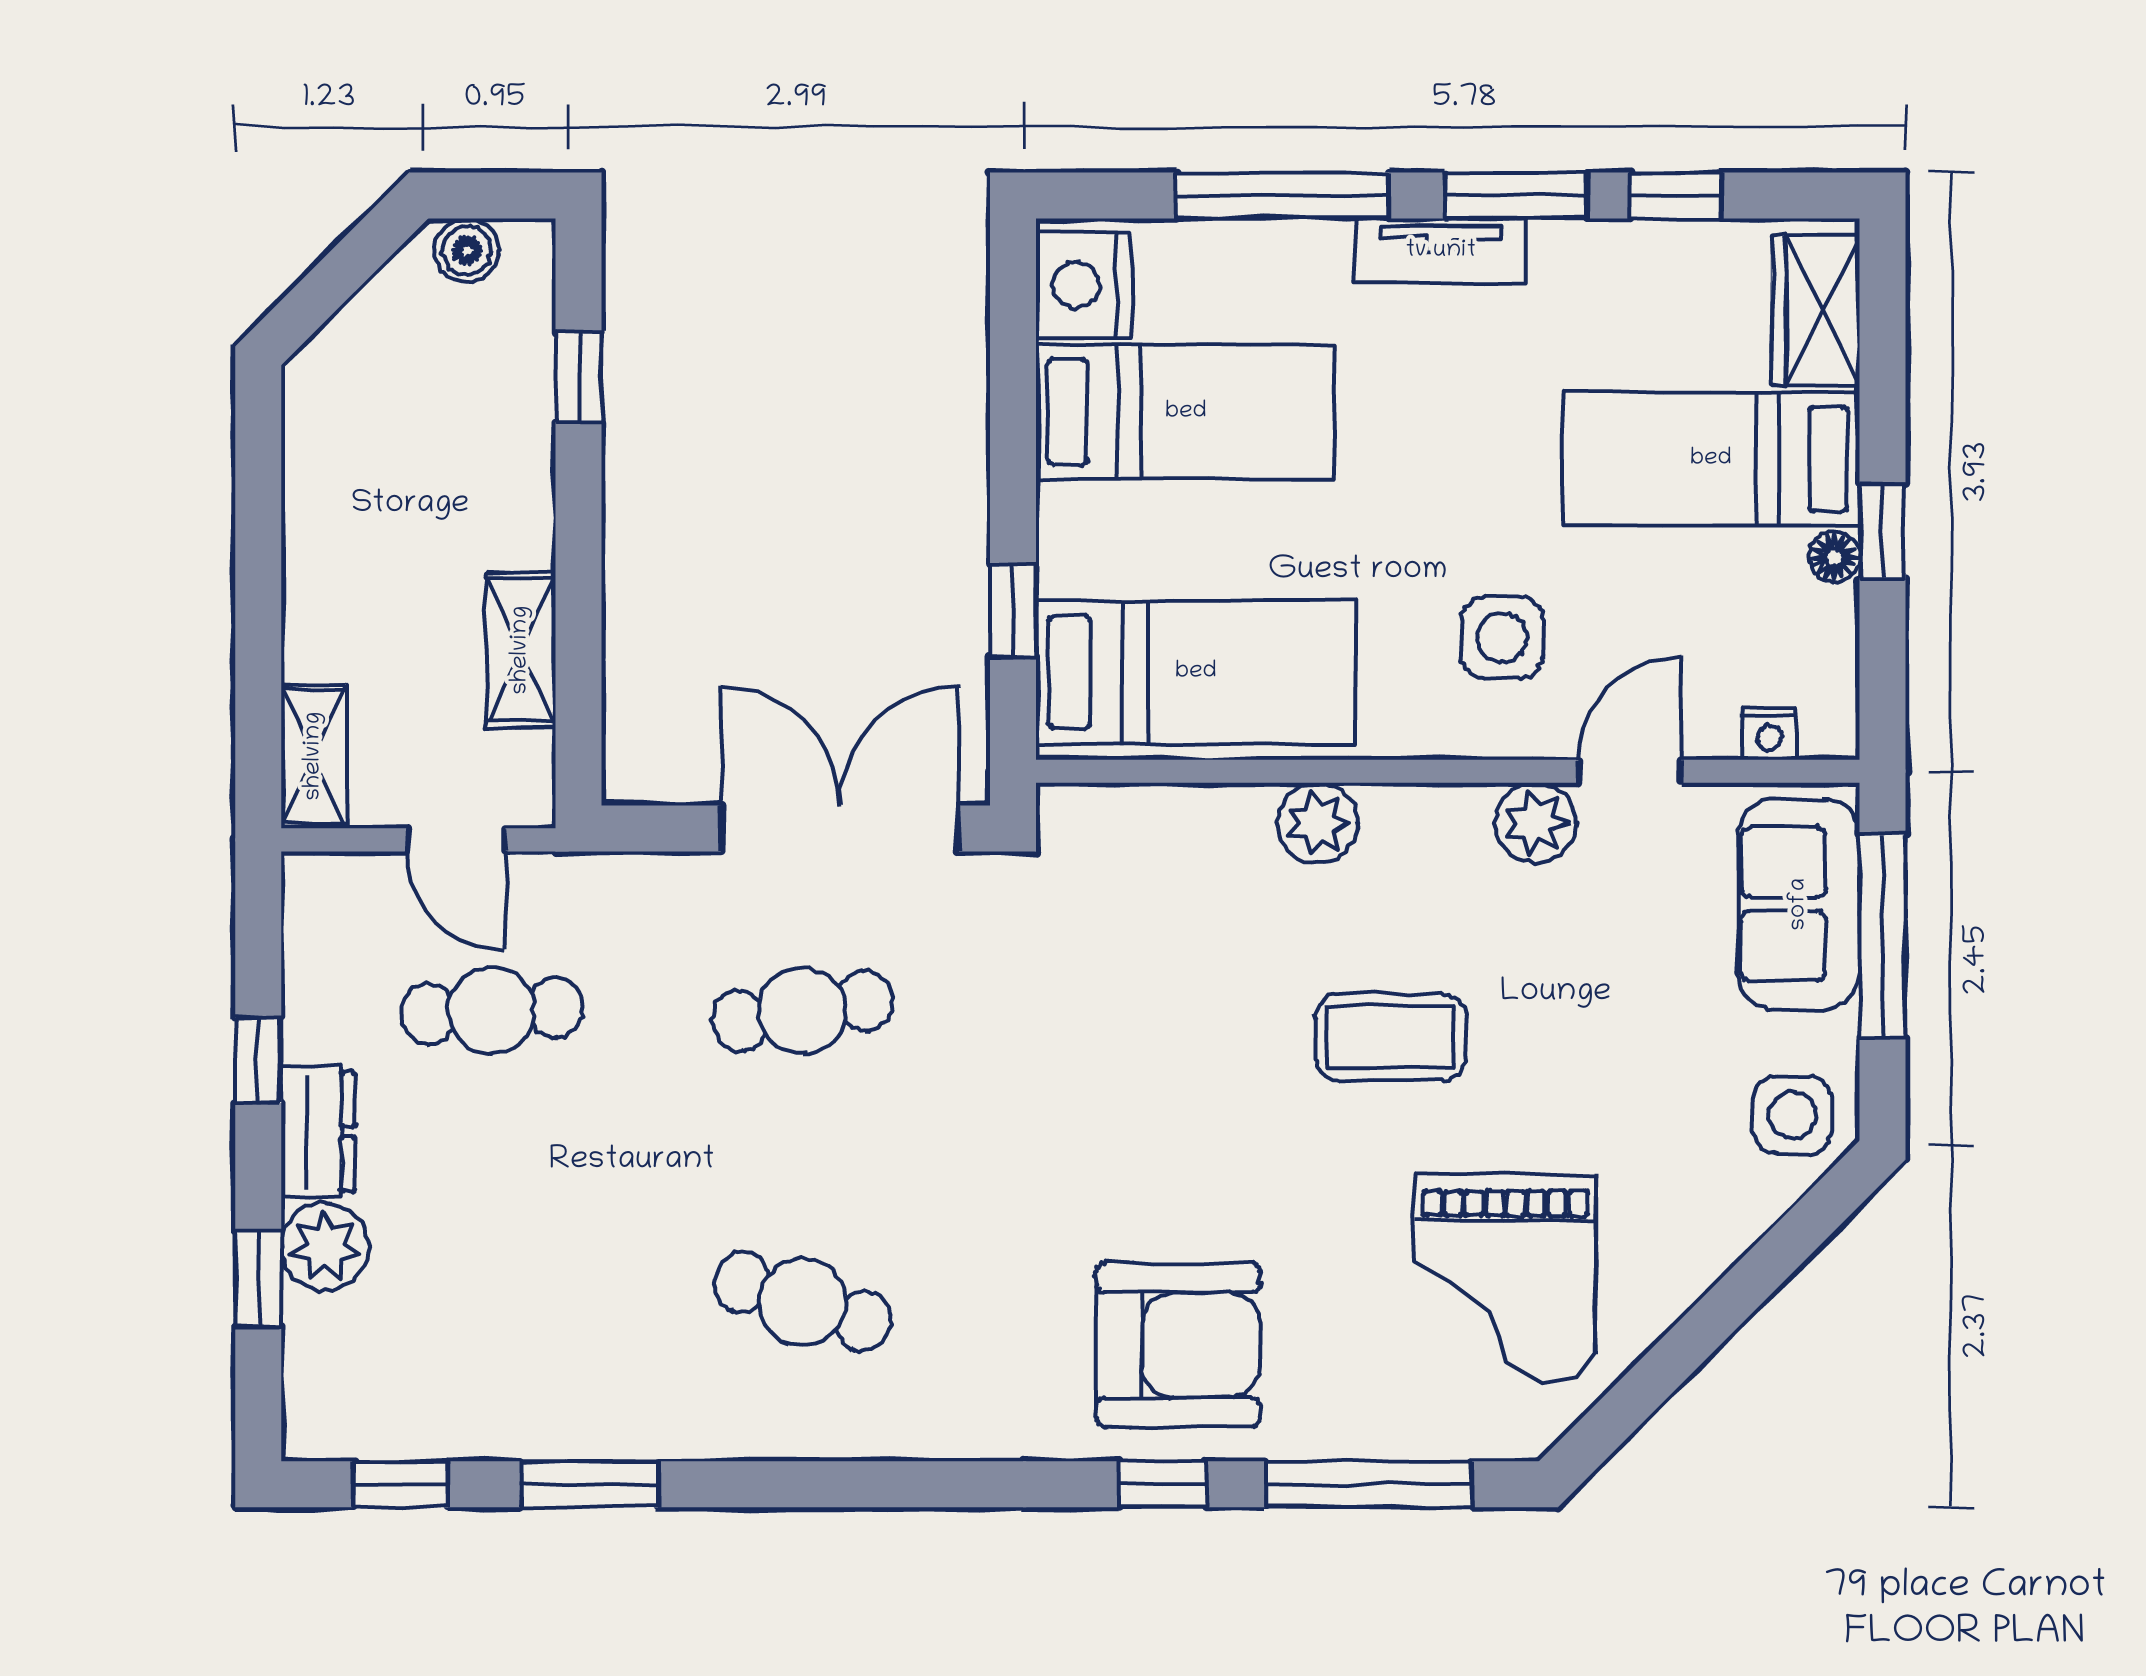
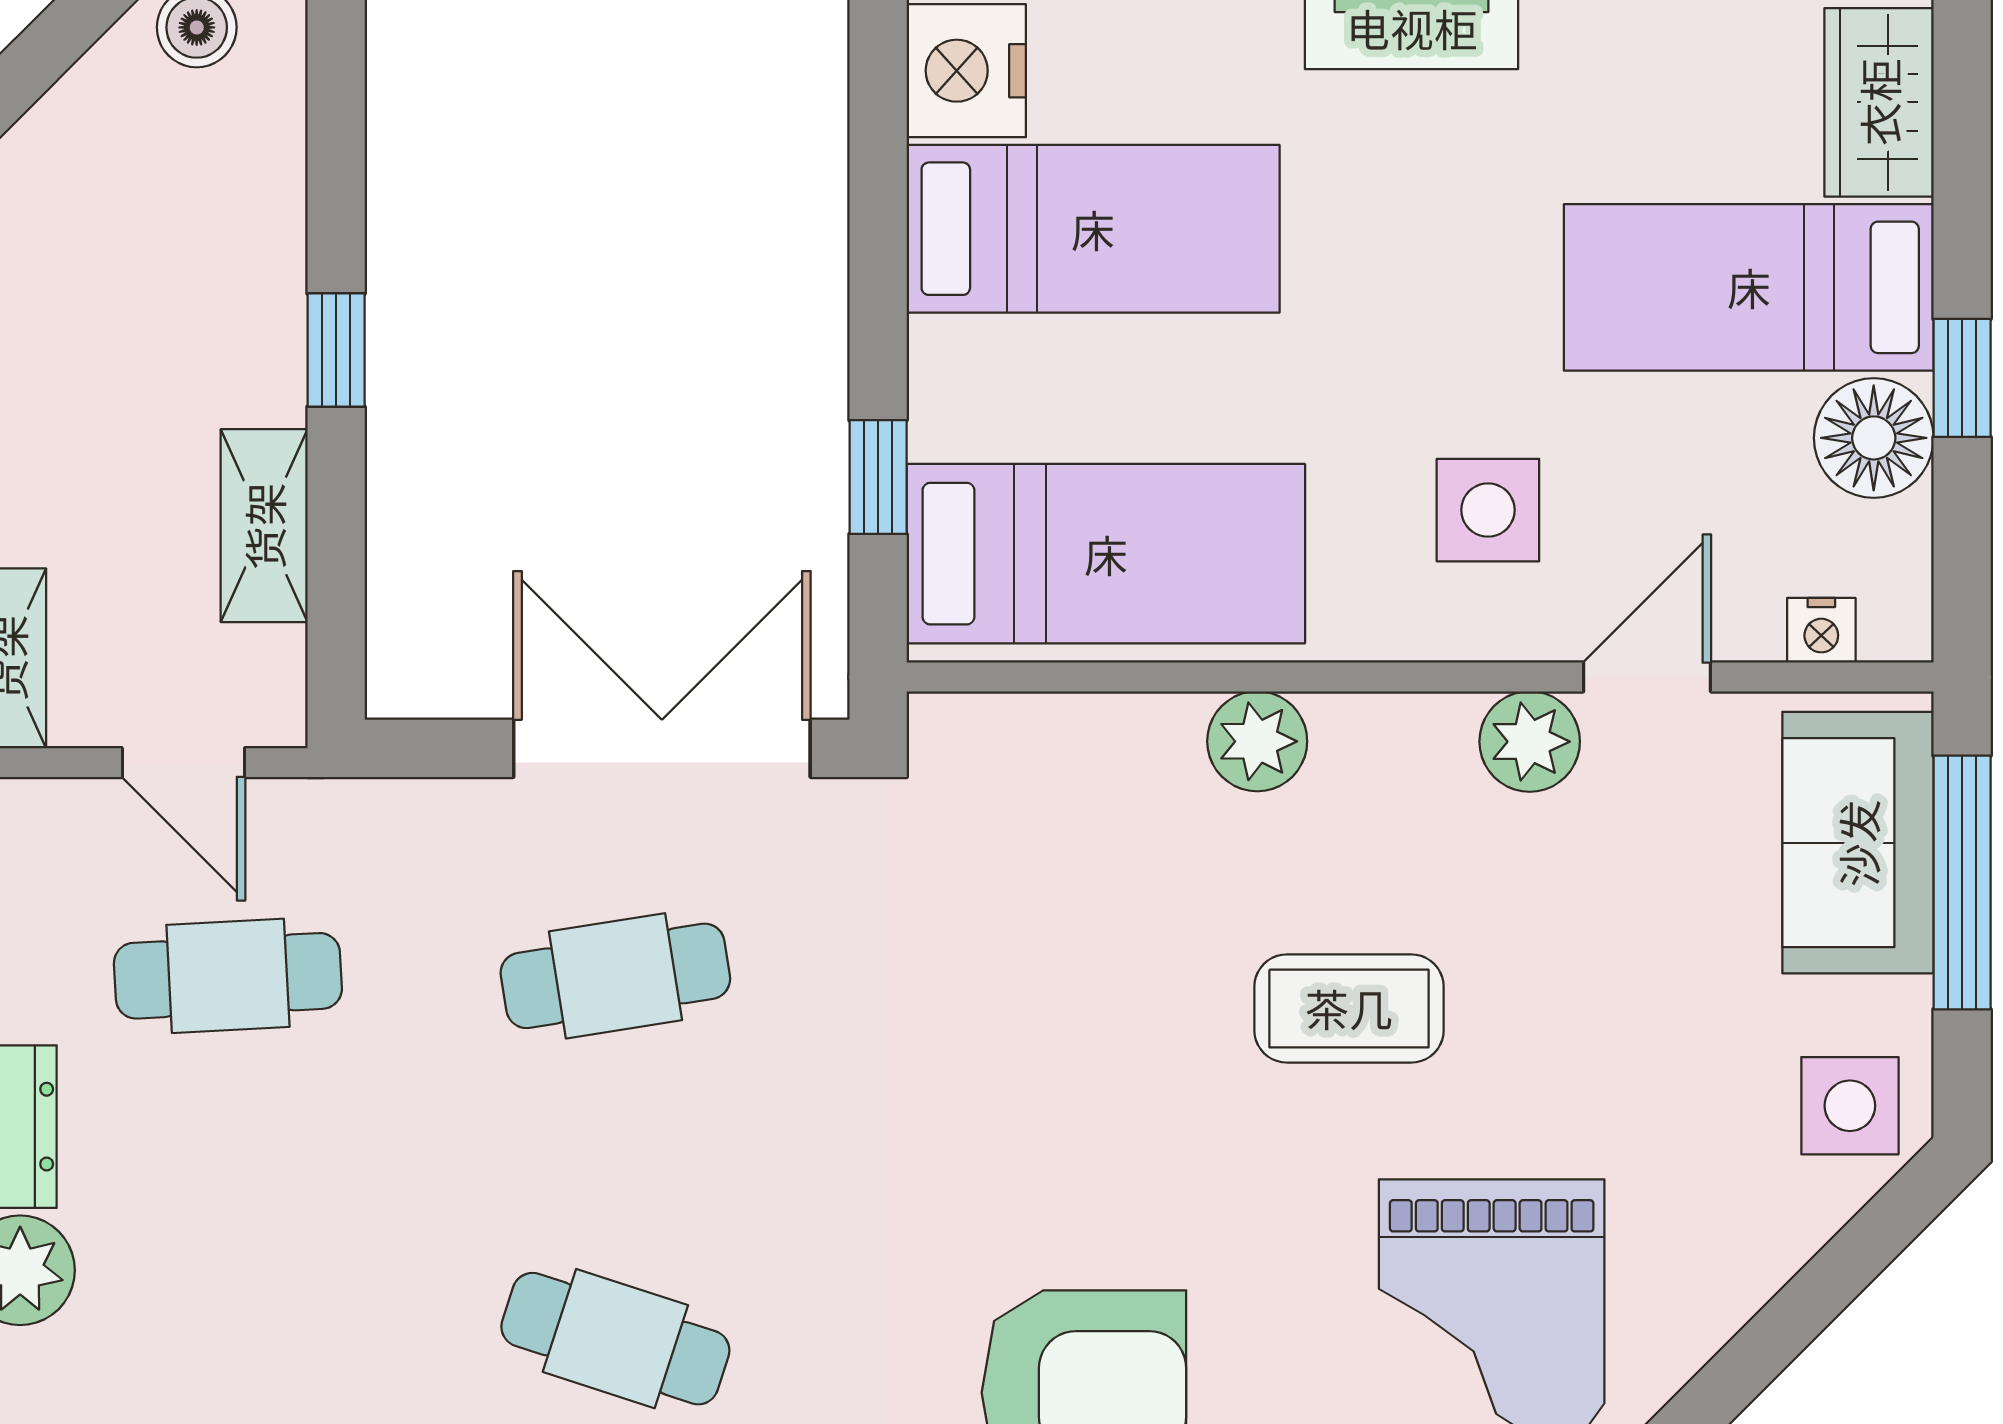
window: (578, 377) -> (336, 350), moved
floor lamp: (1834, 557) -> (1874, 438), width x1.89, depth x1.89

